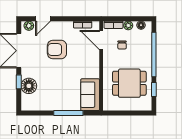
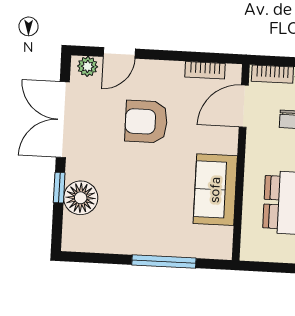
door: (101, 40) -> (244, 106), hinge flipped
sofa: (90, 95) -> (215, 190), moved

